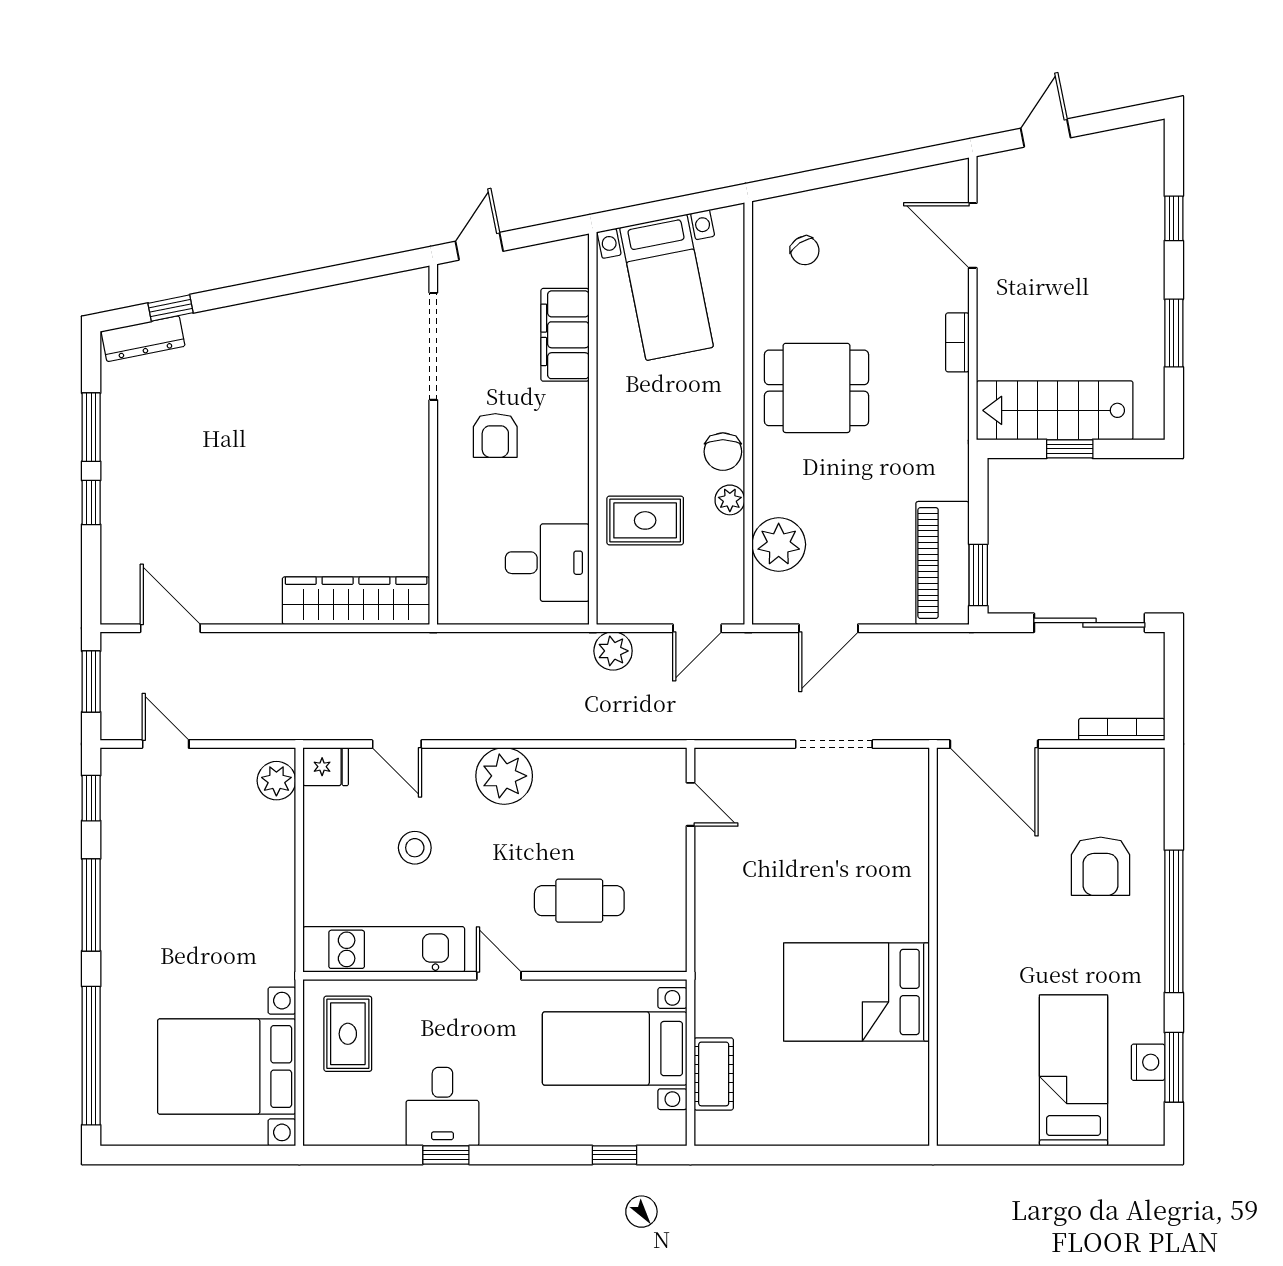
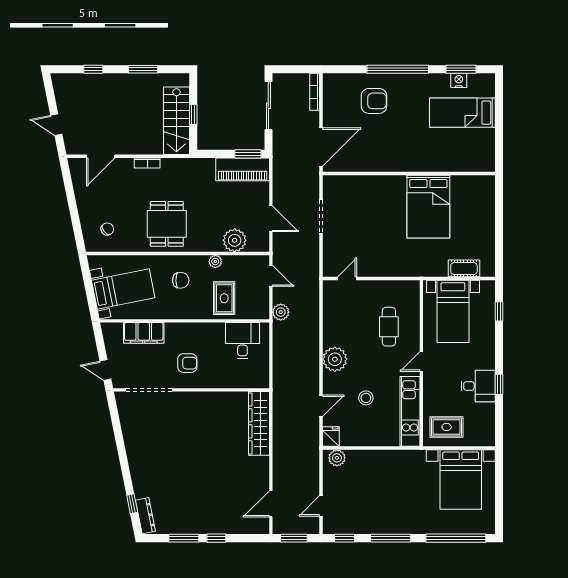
chair: (723, 452) -> (181, 280), moved

